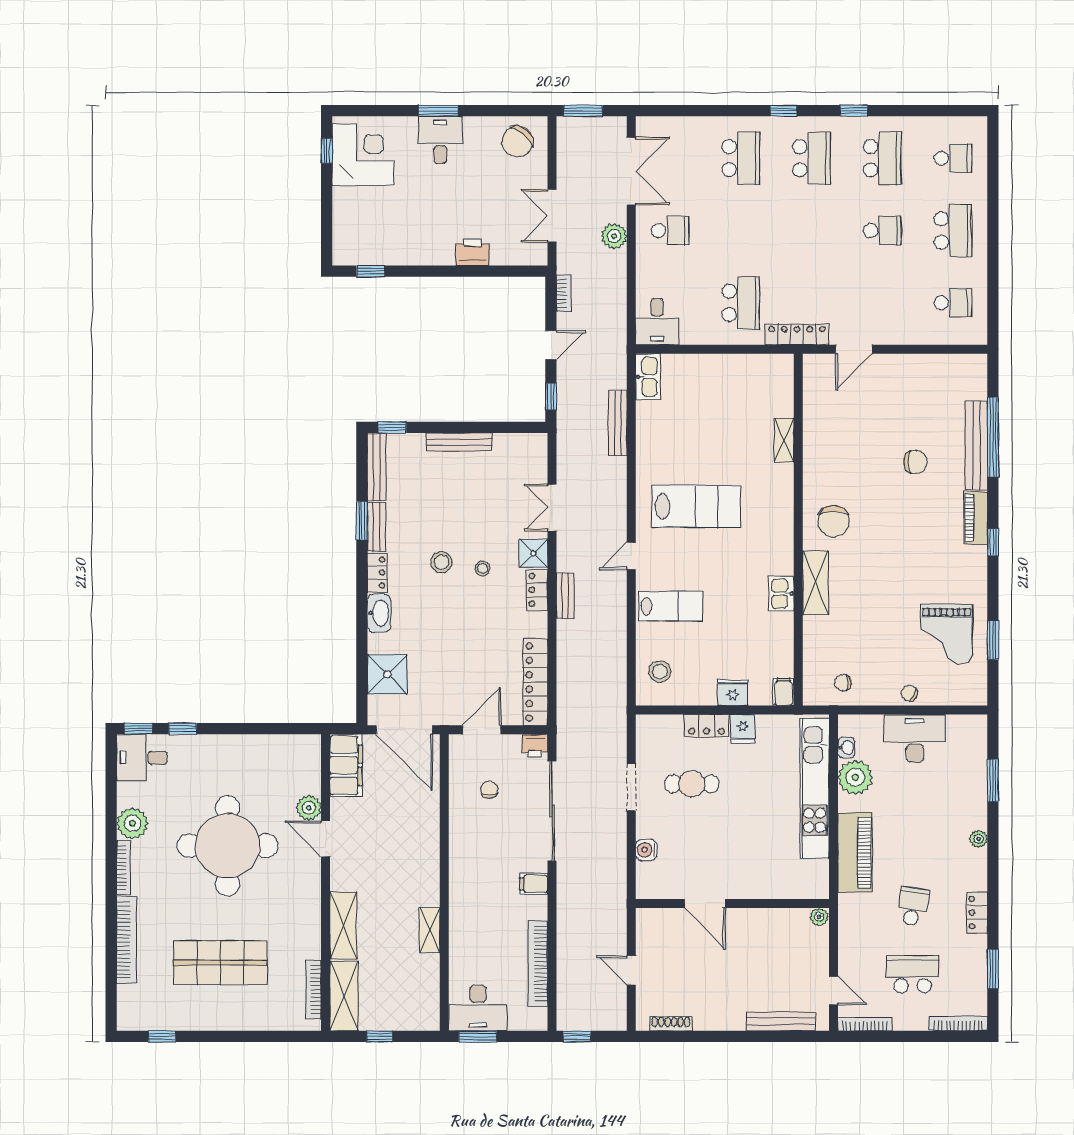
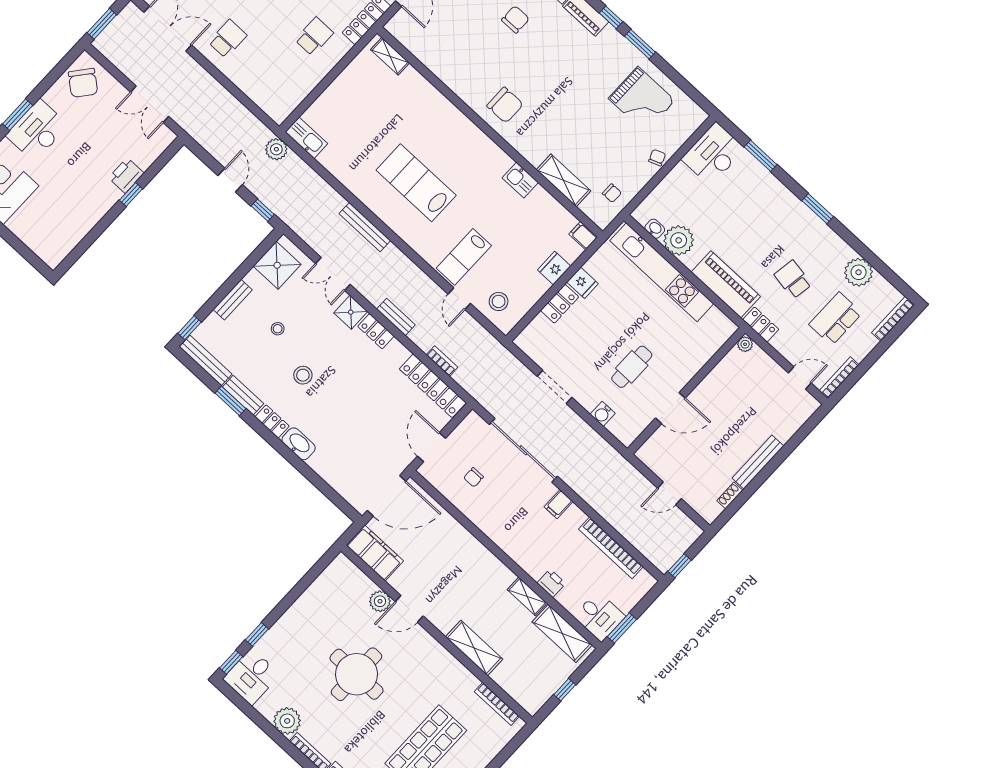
desk: (440, 140) -> (37, 130), width x1.37
plant: (614, 236) -> (276, 149), moved
window: (371, 271) -> (131, 194), moved
bookcase: (564, 293) -> (442, 361), moved
school desk: (741, 303) -> (314, 36), width x0.54
desk: (657, 322) -> (277, 100), removed
bench: (618, 423) -> (365, 227), moved
shelving: (784, 440) -> (390, 56), moved
bench: (459, 442) -> (233, 300), width x0.73
lab bench: (696, 506) -> (416, 183), turned -90
door: (631, 556) -> (459, 299), moved
stool: (483, 568) -> (278, 329), moved
shelving: (815, 583) -> (564, 180), moved
lab bench: (671, 606) -> (464, 257), turned 180
window: (993, 640) -> (640, 44), moved
shower: (387, 674) -> (277, 265), moved
chair: (843, 683) -> (612, 193), turned -90
chair: (909, 693) -> (657, 158), turned 134
desk: (915, 738) -> (713, 154), moved
printer: (535, 746) -> (551, 583), moved, turned -90
cafe table: (692, 784) -> (632, 367), moved
chair: (489, 790) -> (474, 477), turned -90
plant: (979, 839) -> (859, 272), moved, width x1.87, depth x1.87
round table: (228, 846) -> (357, 674), width x0.73, depth x0.73
locker: (977, 913) -> (761, 325), moved, turned 180
window: (993, 969) -> (818, 209), moved
shelving: (344, 996) -> (562, 633), moved
desk: (478, 1008) -> (599, 616), width x0.73
bench: (781, 1021) -> (758, 462), moved
shoe rack: (671, 1024) -> (730, 495), width x0.70

